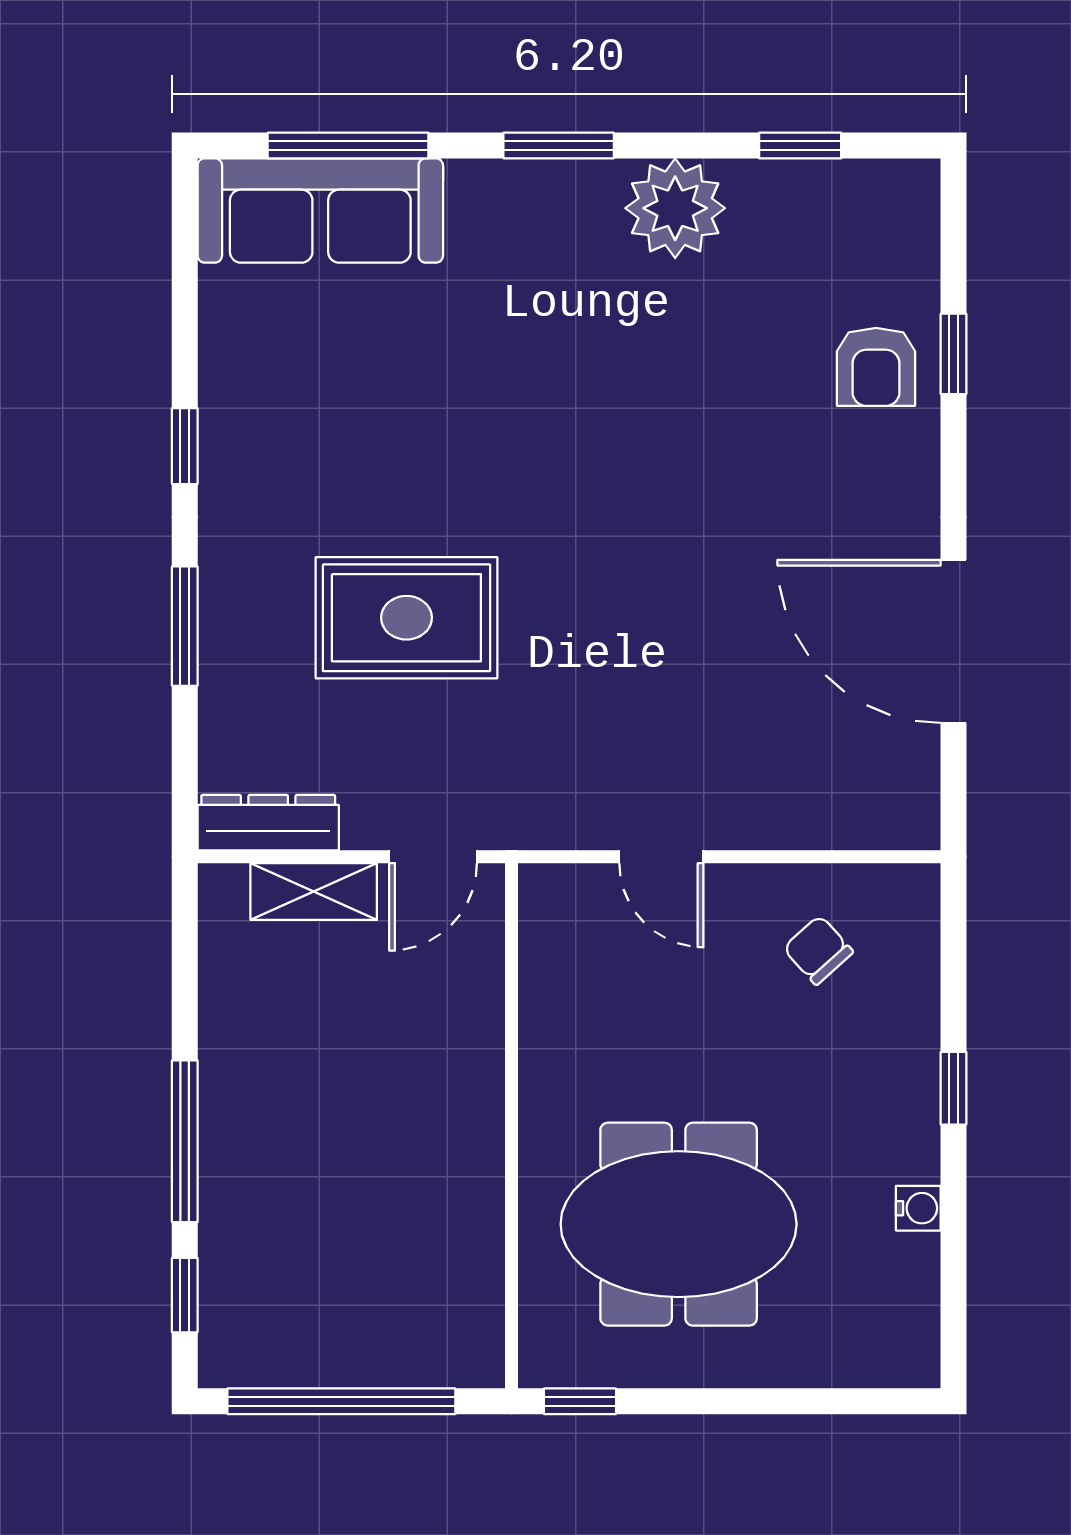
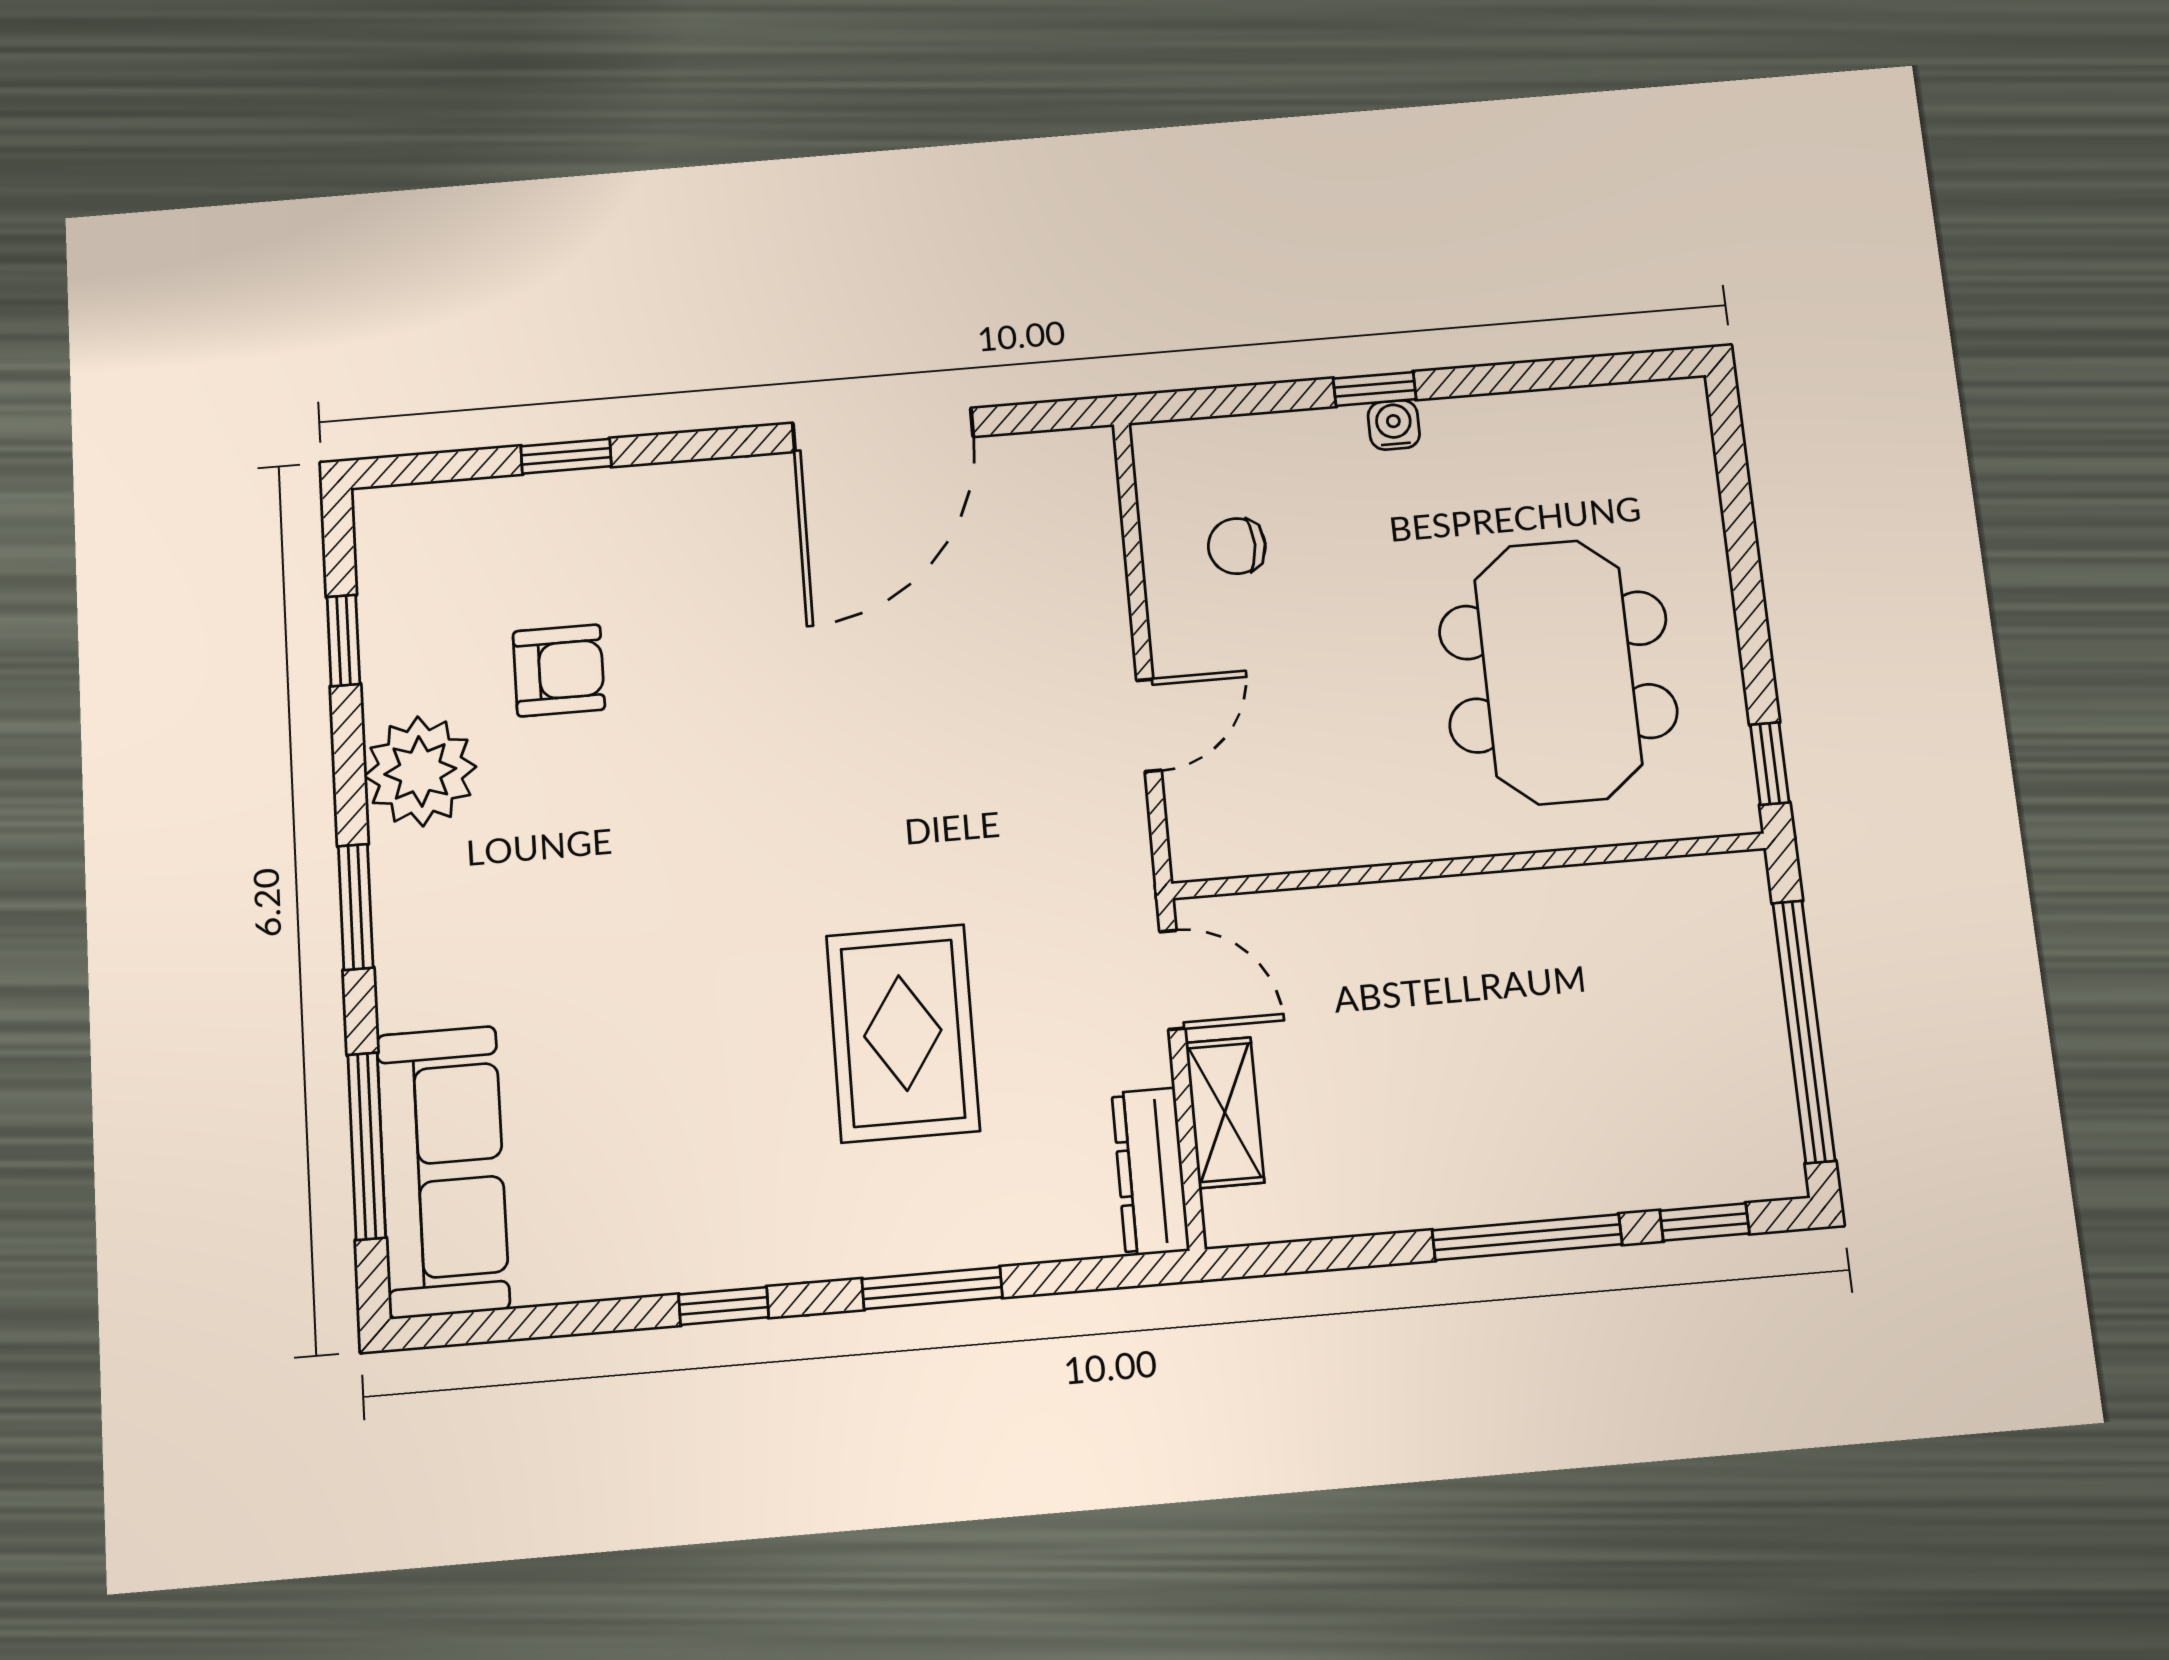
armchair: (876, 367) -> (559, 670), moved
chair: (818, 950) -> (1237, 546), turned 42
water cooler: (918, 1208) -> (1394, 425), moved

